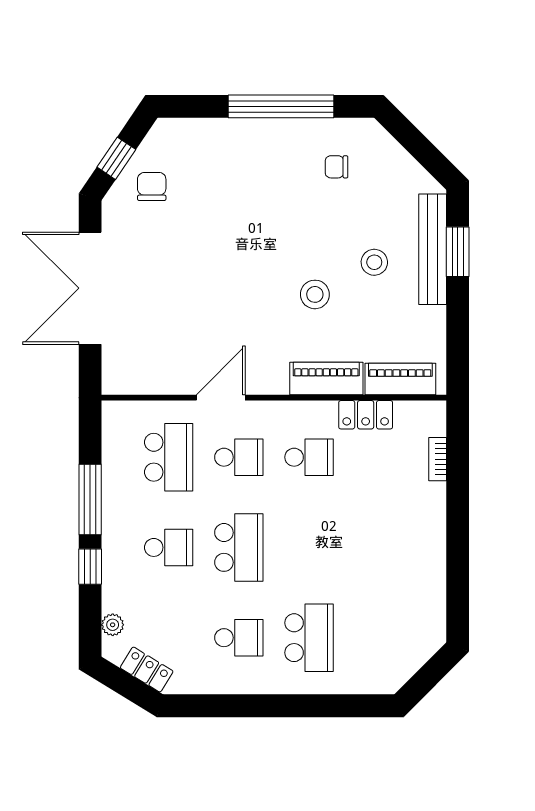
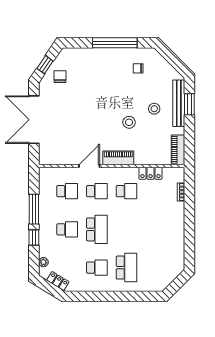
piano: (326, 378) -> (118, 158), moved
piano: (400, 379) -> (178, 150), moved, turned -90
school desk: (169, 457) -> (67, 191), width x0.54

